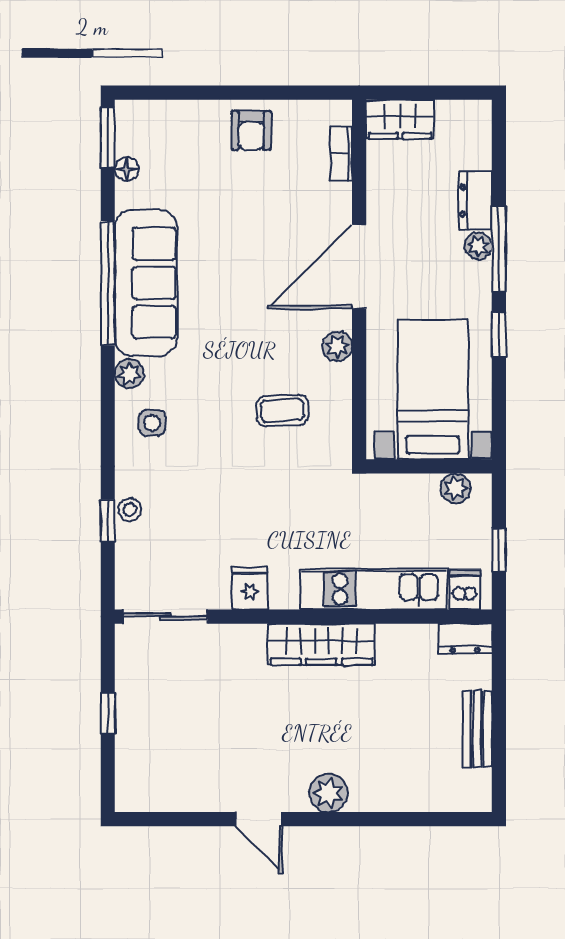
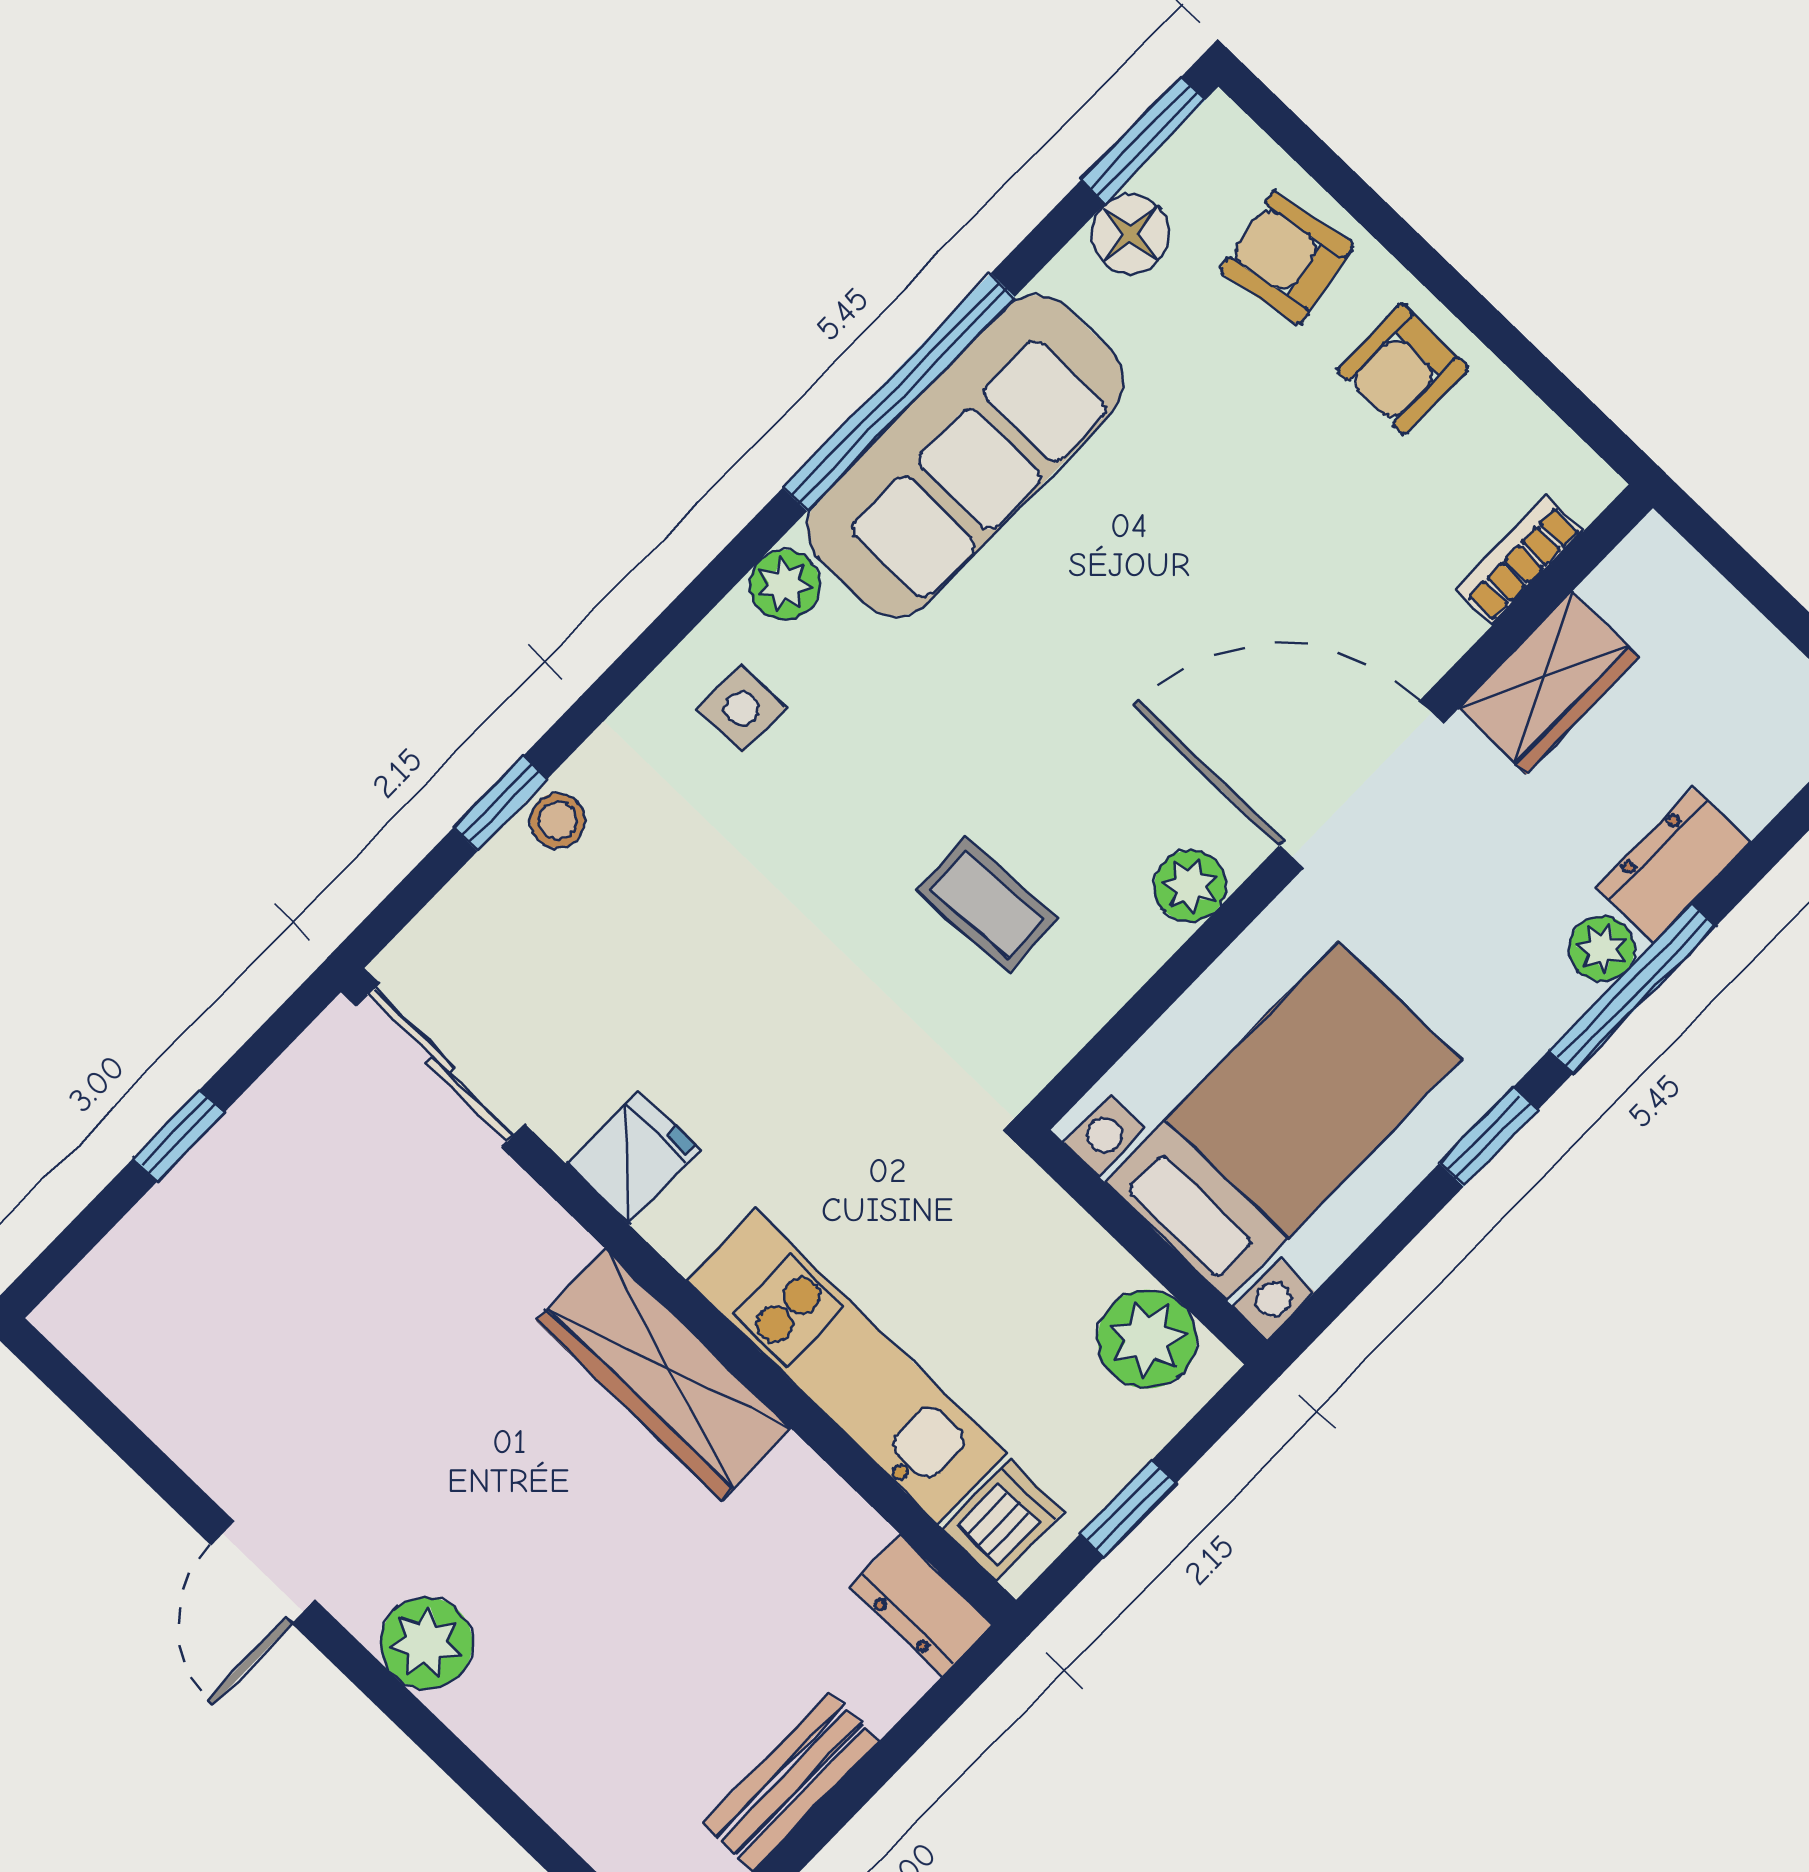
wardrobe: (400, 119) -> (1549, 683), moved, turned -90
armchair: (185, 131) -> (1287, 258), added
floor lamp: (127, 169) -> (1130, 234), width x1.37, depth x1.37
plant: (456, 488) -> (1147, 1339), width x1.38, depth x1.38

